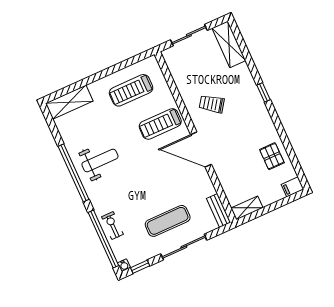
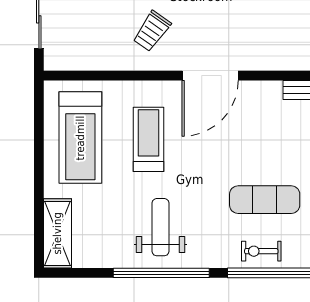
treadmill: (131, 90) -> (80, 138), width x1.37, depth x1.38
treadmill: (160, 124) -> (148, 139), moved, turned 180
exercise mat: (168, 221) -> (265, 200), moved, turned 90

